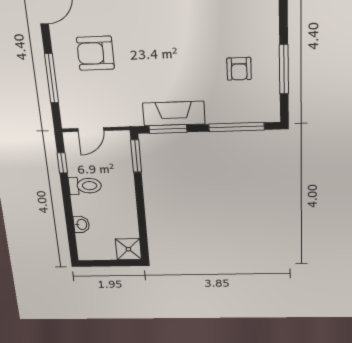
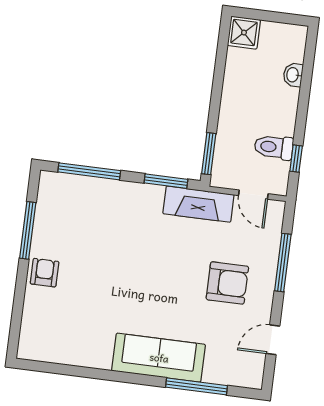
armchair: (239, 69) -> (45, 273), moved
fireplace: (174, 114) -> (198, 204), moved
door: (91, 130) -> (253, 195), swing flipped
toilet: (85, 186) -> (274, 147), moved

